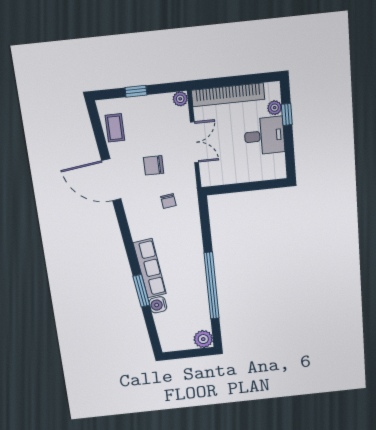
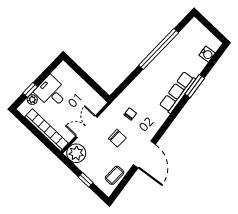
plant: (180, 99) -> (76, 153), width x1.88, depth x1.88
water cooler: (158, 305) -> (207, 54), moved
plant: (203, 339) -> (195, 26), removed

